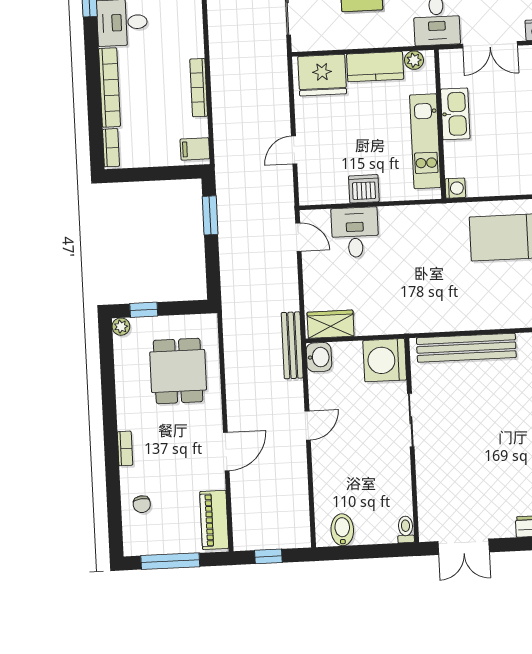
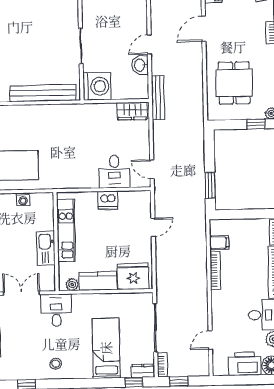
filing cabinet: (195, 149) -> (219, 243), moved
washing machine: (455, 188) -> (23, 199), moved, turned -90
washbasin: (319, 357) -> (140, 65), moved

